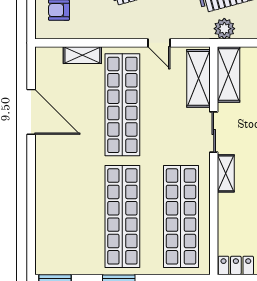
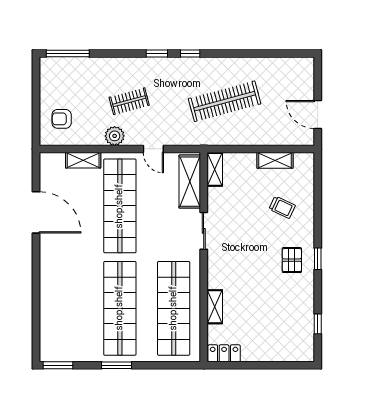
plant: (224, 29) -> (115, 136), moved
shelving: (228, 74) -> (215, 169), width x0.67, depth x0.75
shelving: (226, 173) -> (215, 307), moved

